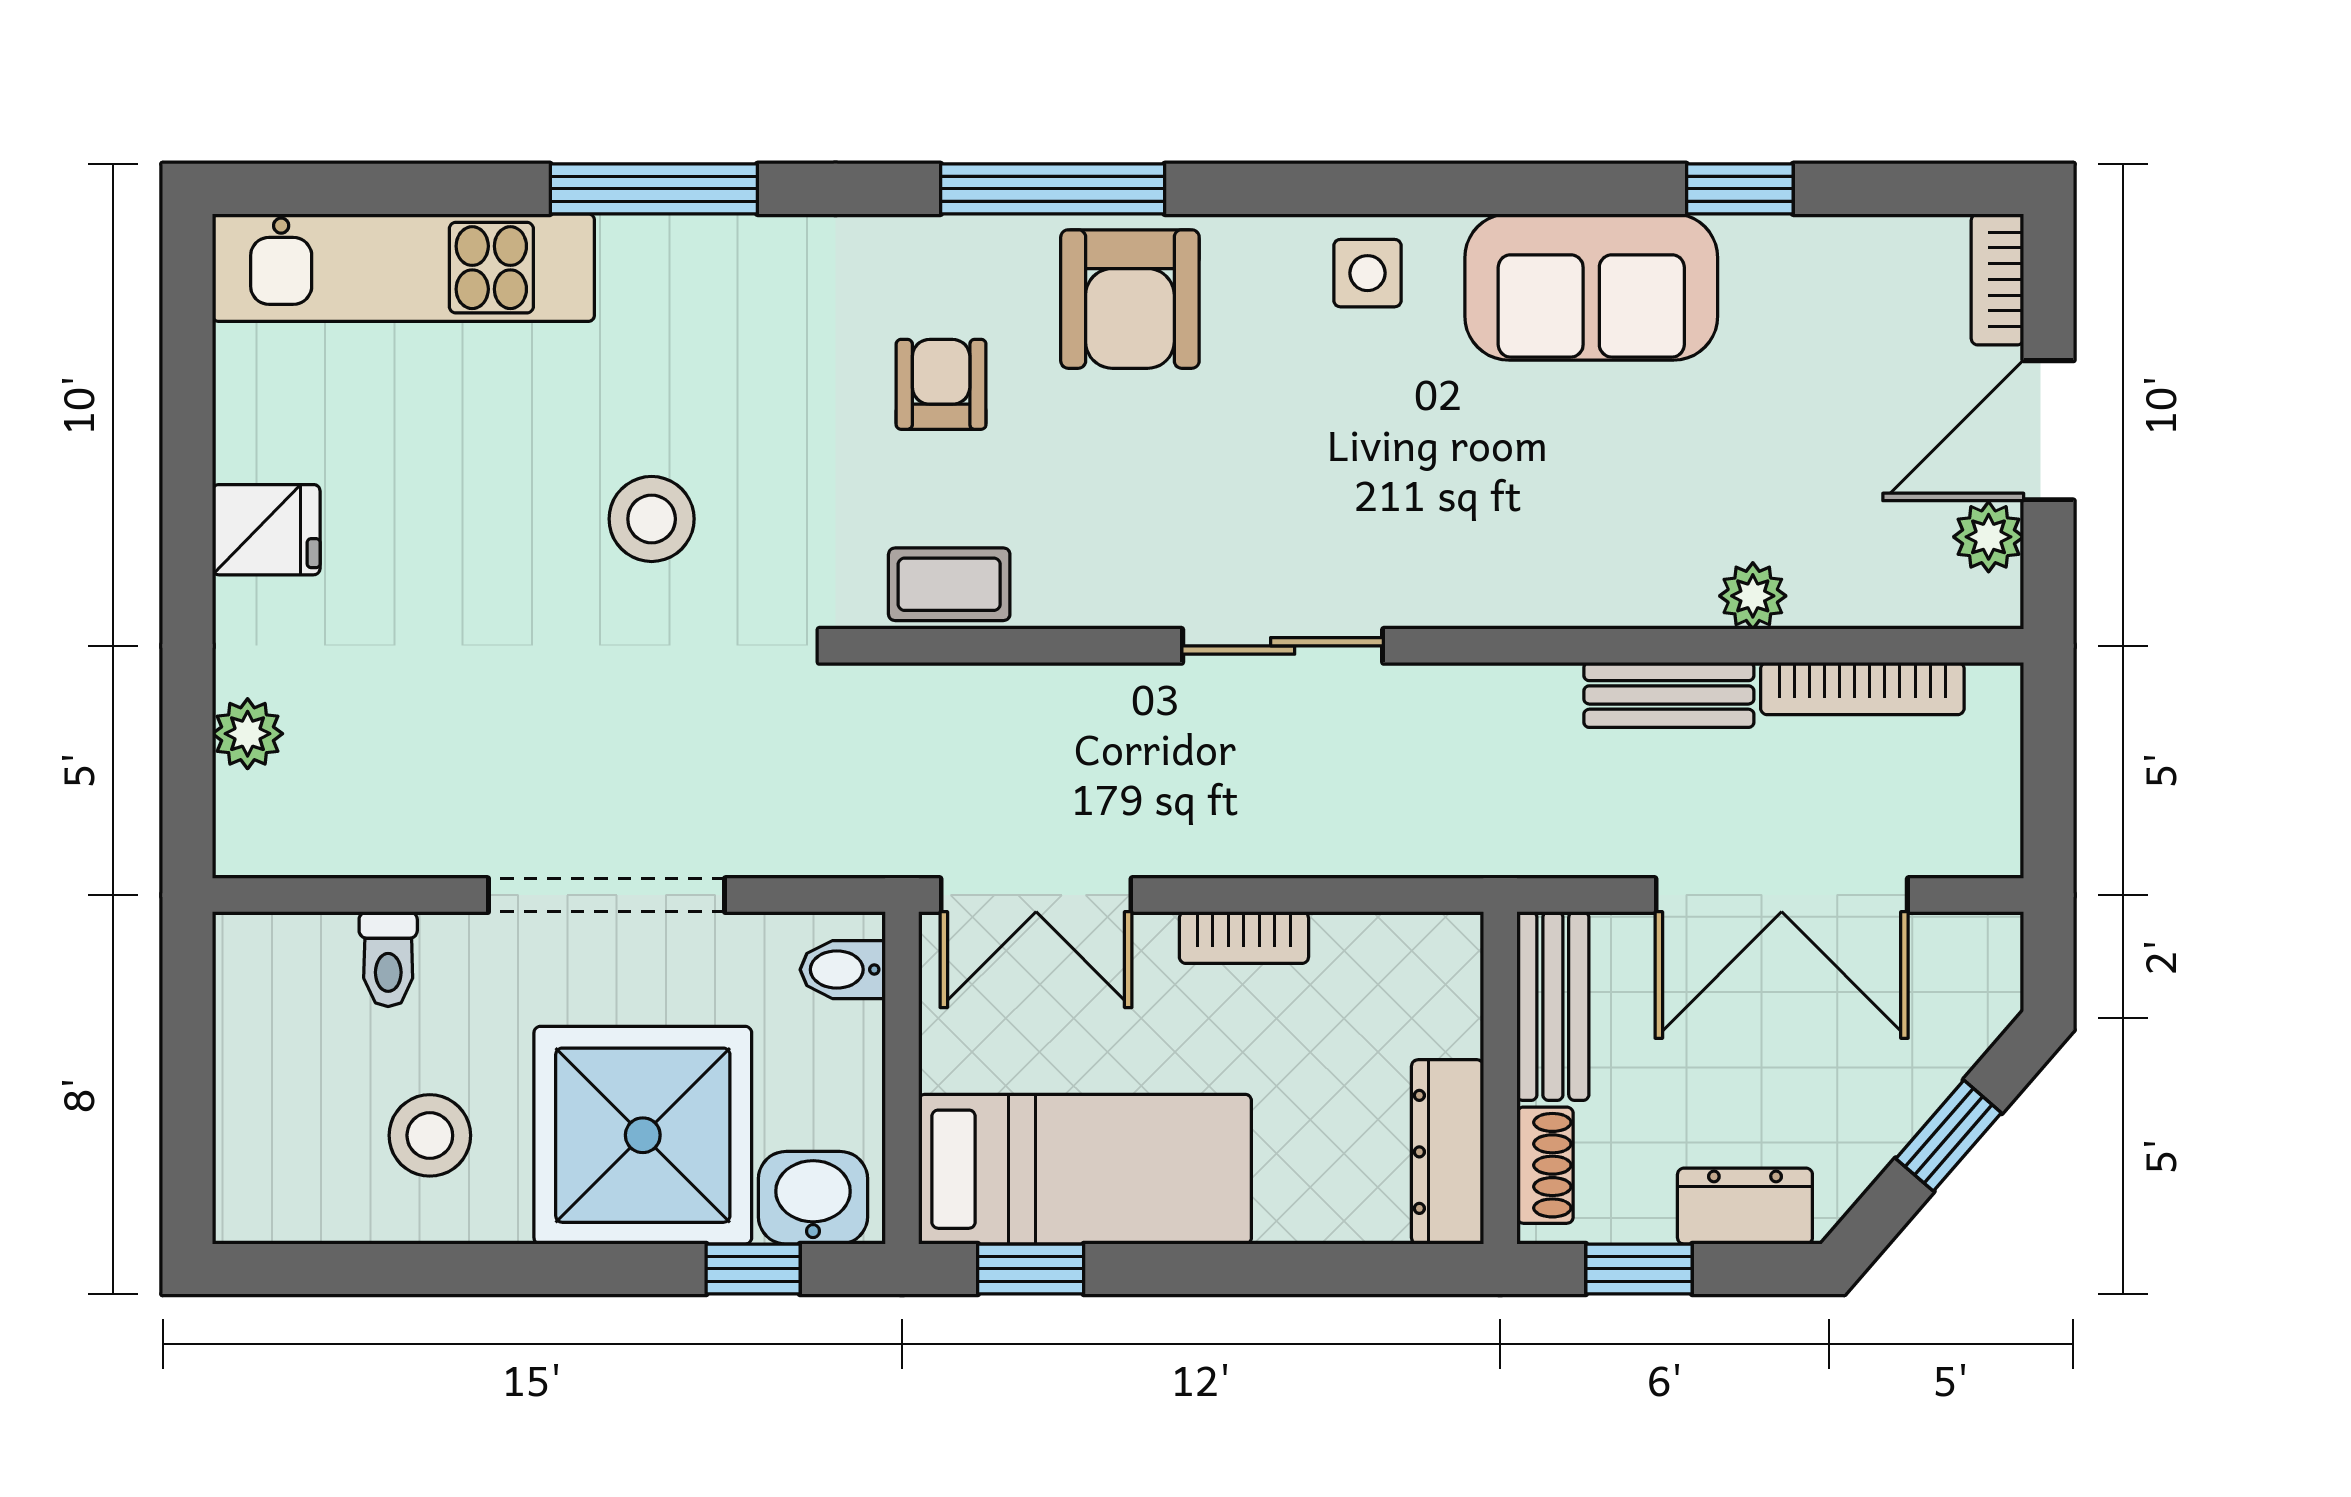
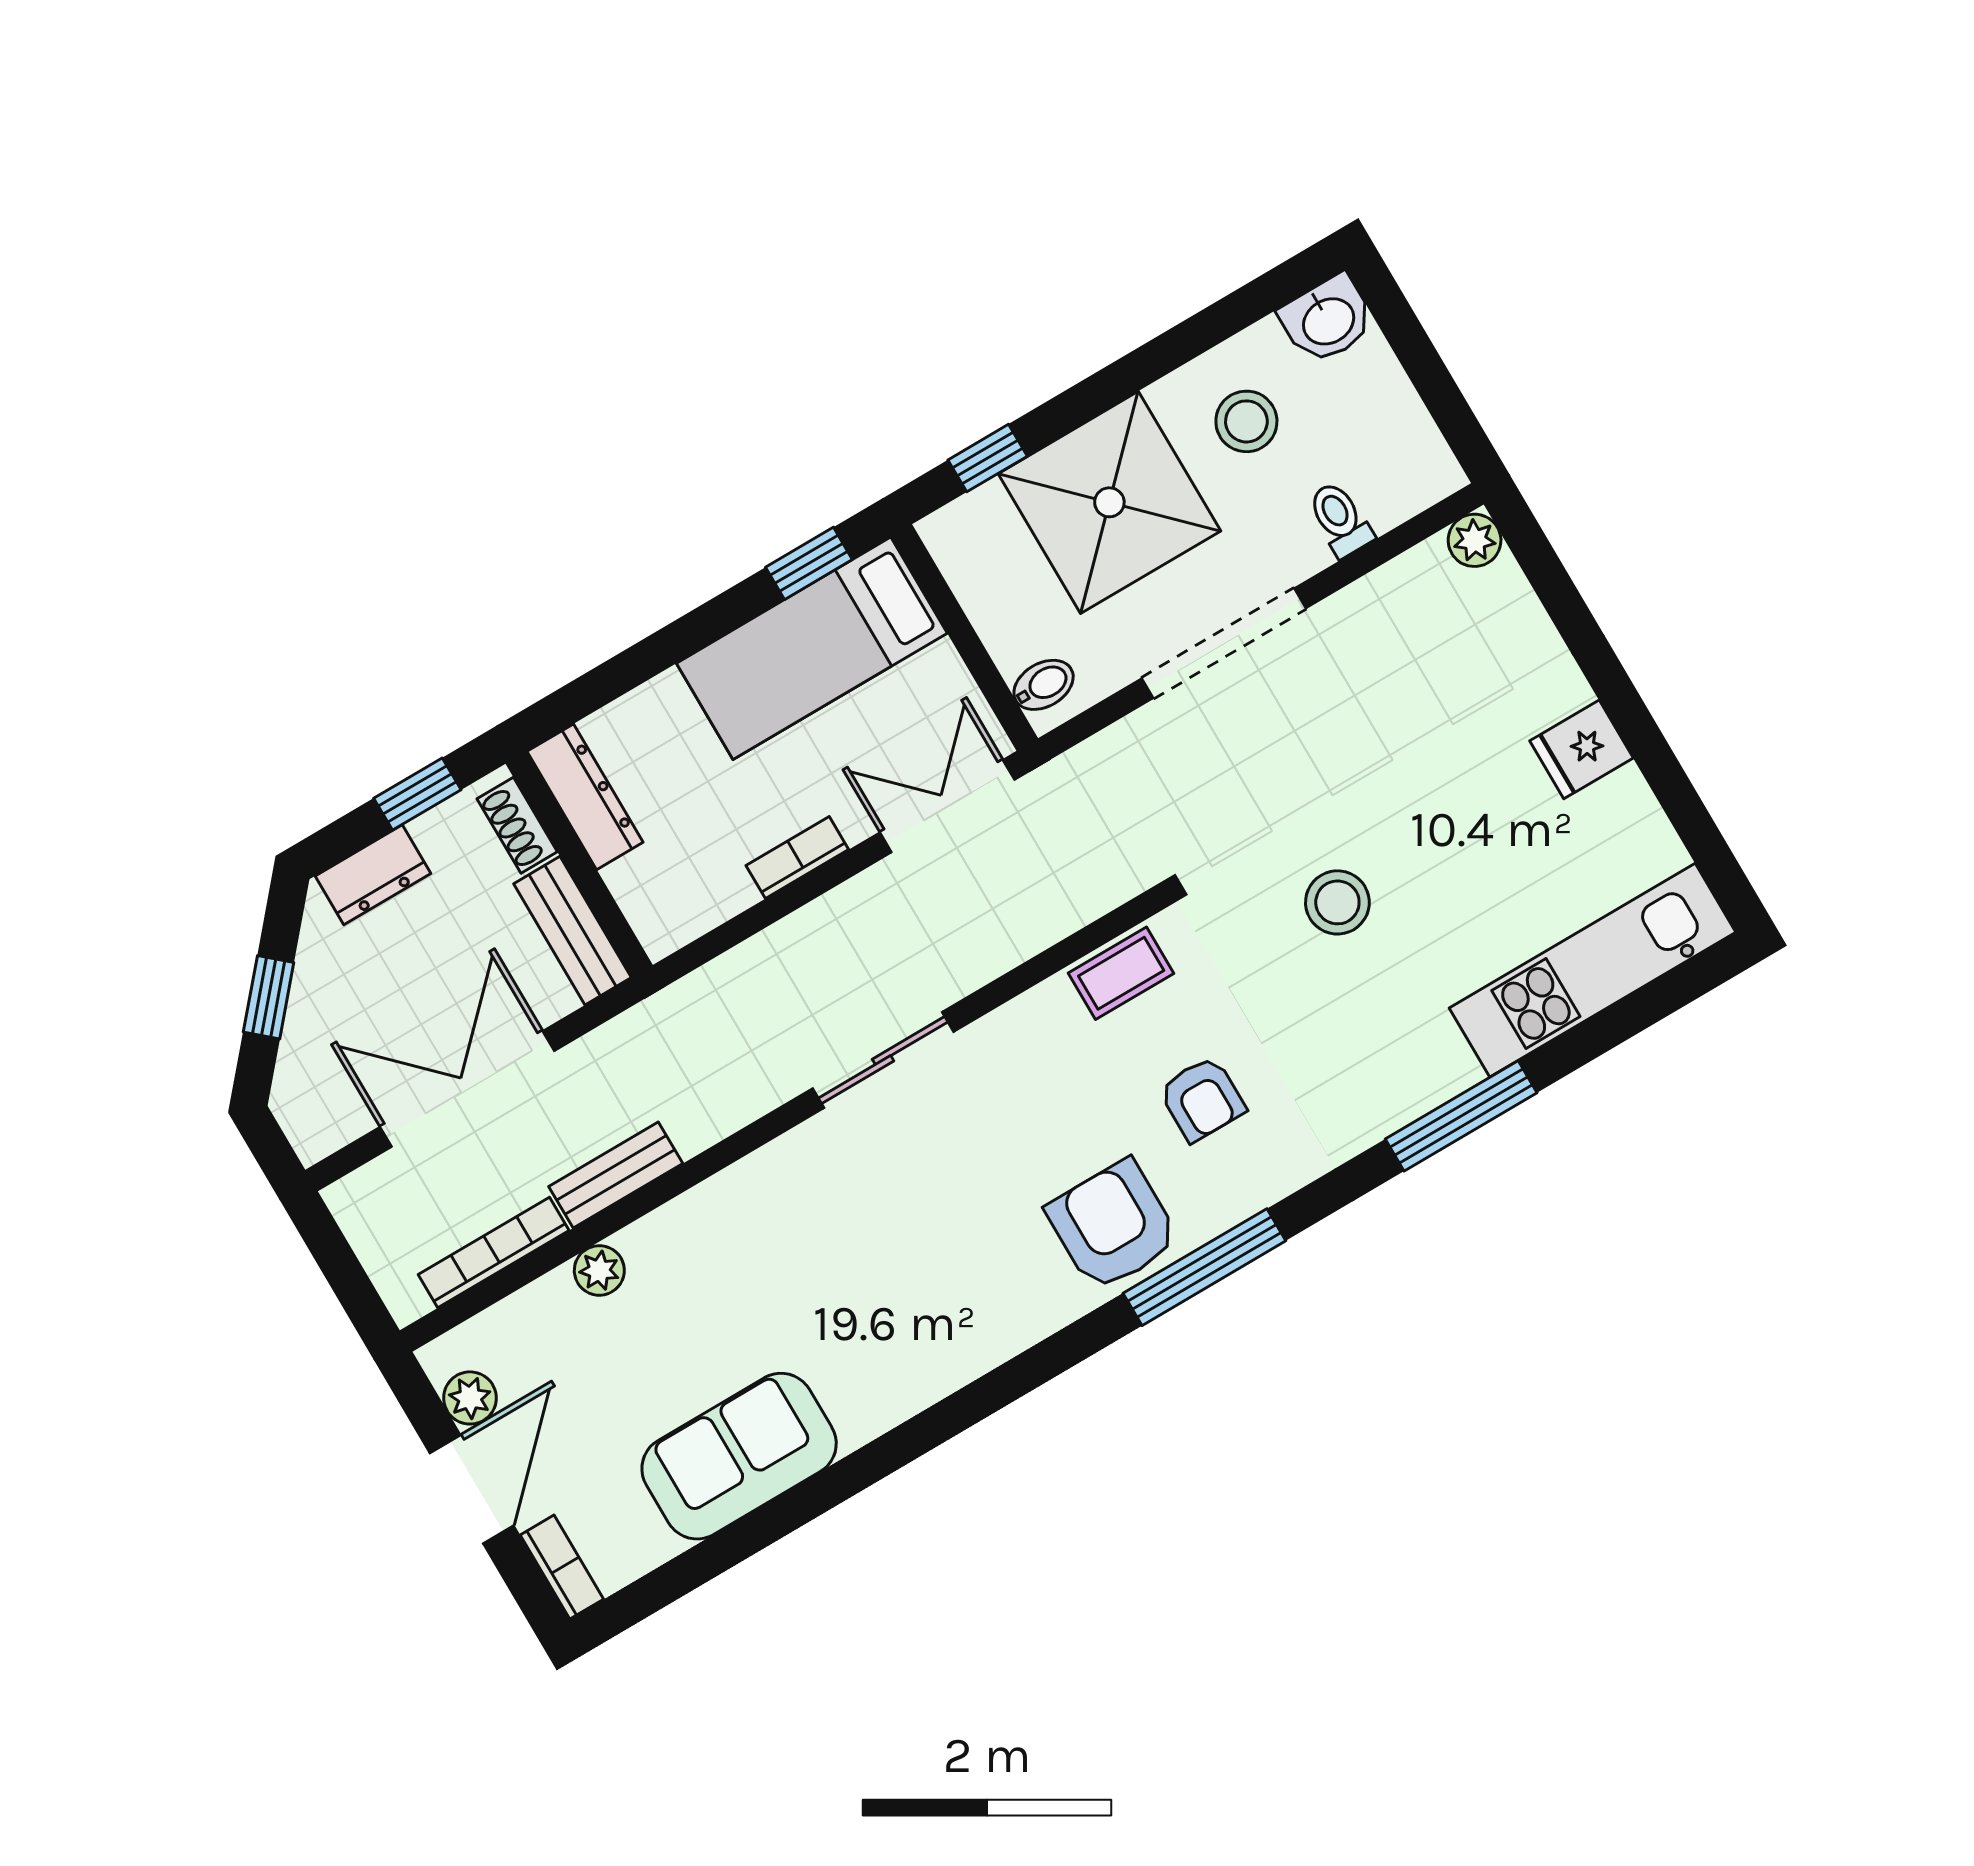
window: (1740, 189) -> (762, 1528), removed
side table: (1368, 273) -> (970, 1332), removed
sofa: (1591, 287) -> (739, 1456), moved
plant: (248, 734) -> (1475, 540), moved
washbasin: (813, 1198) -> (1328, 320), moved

